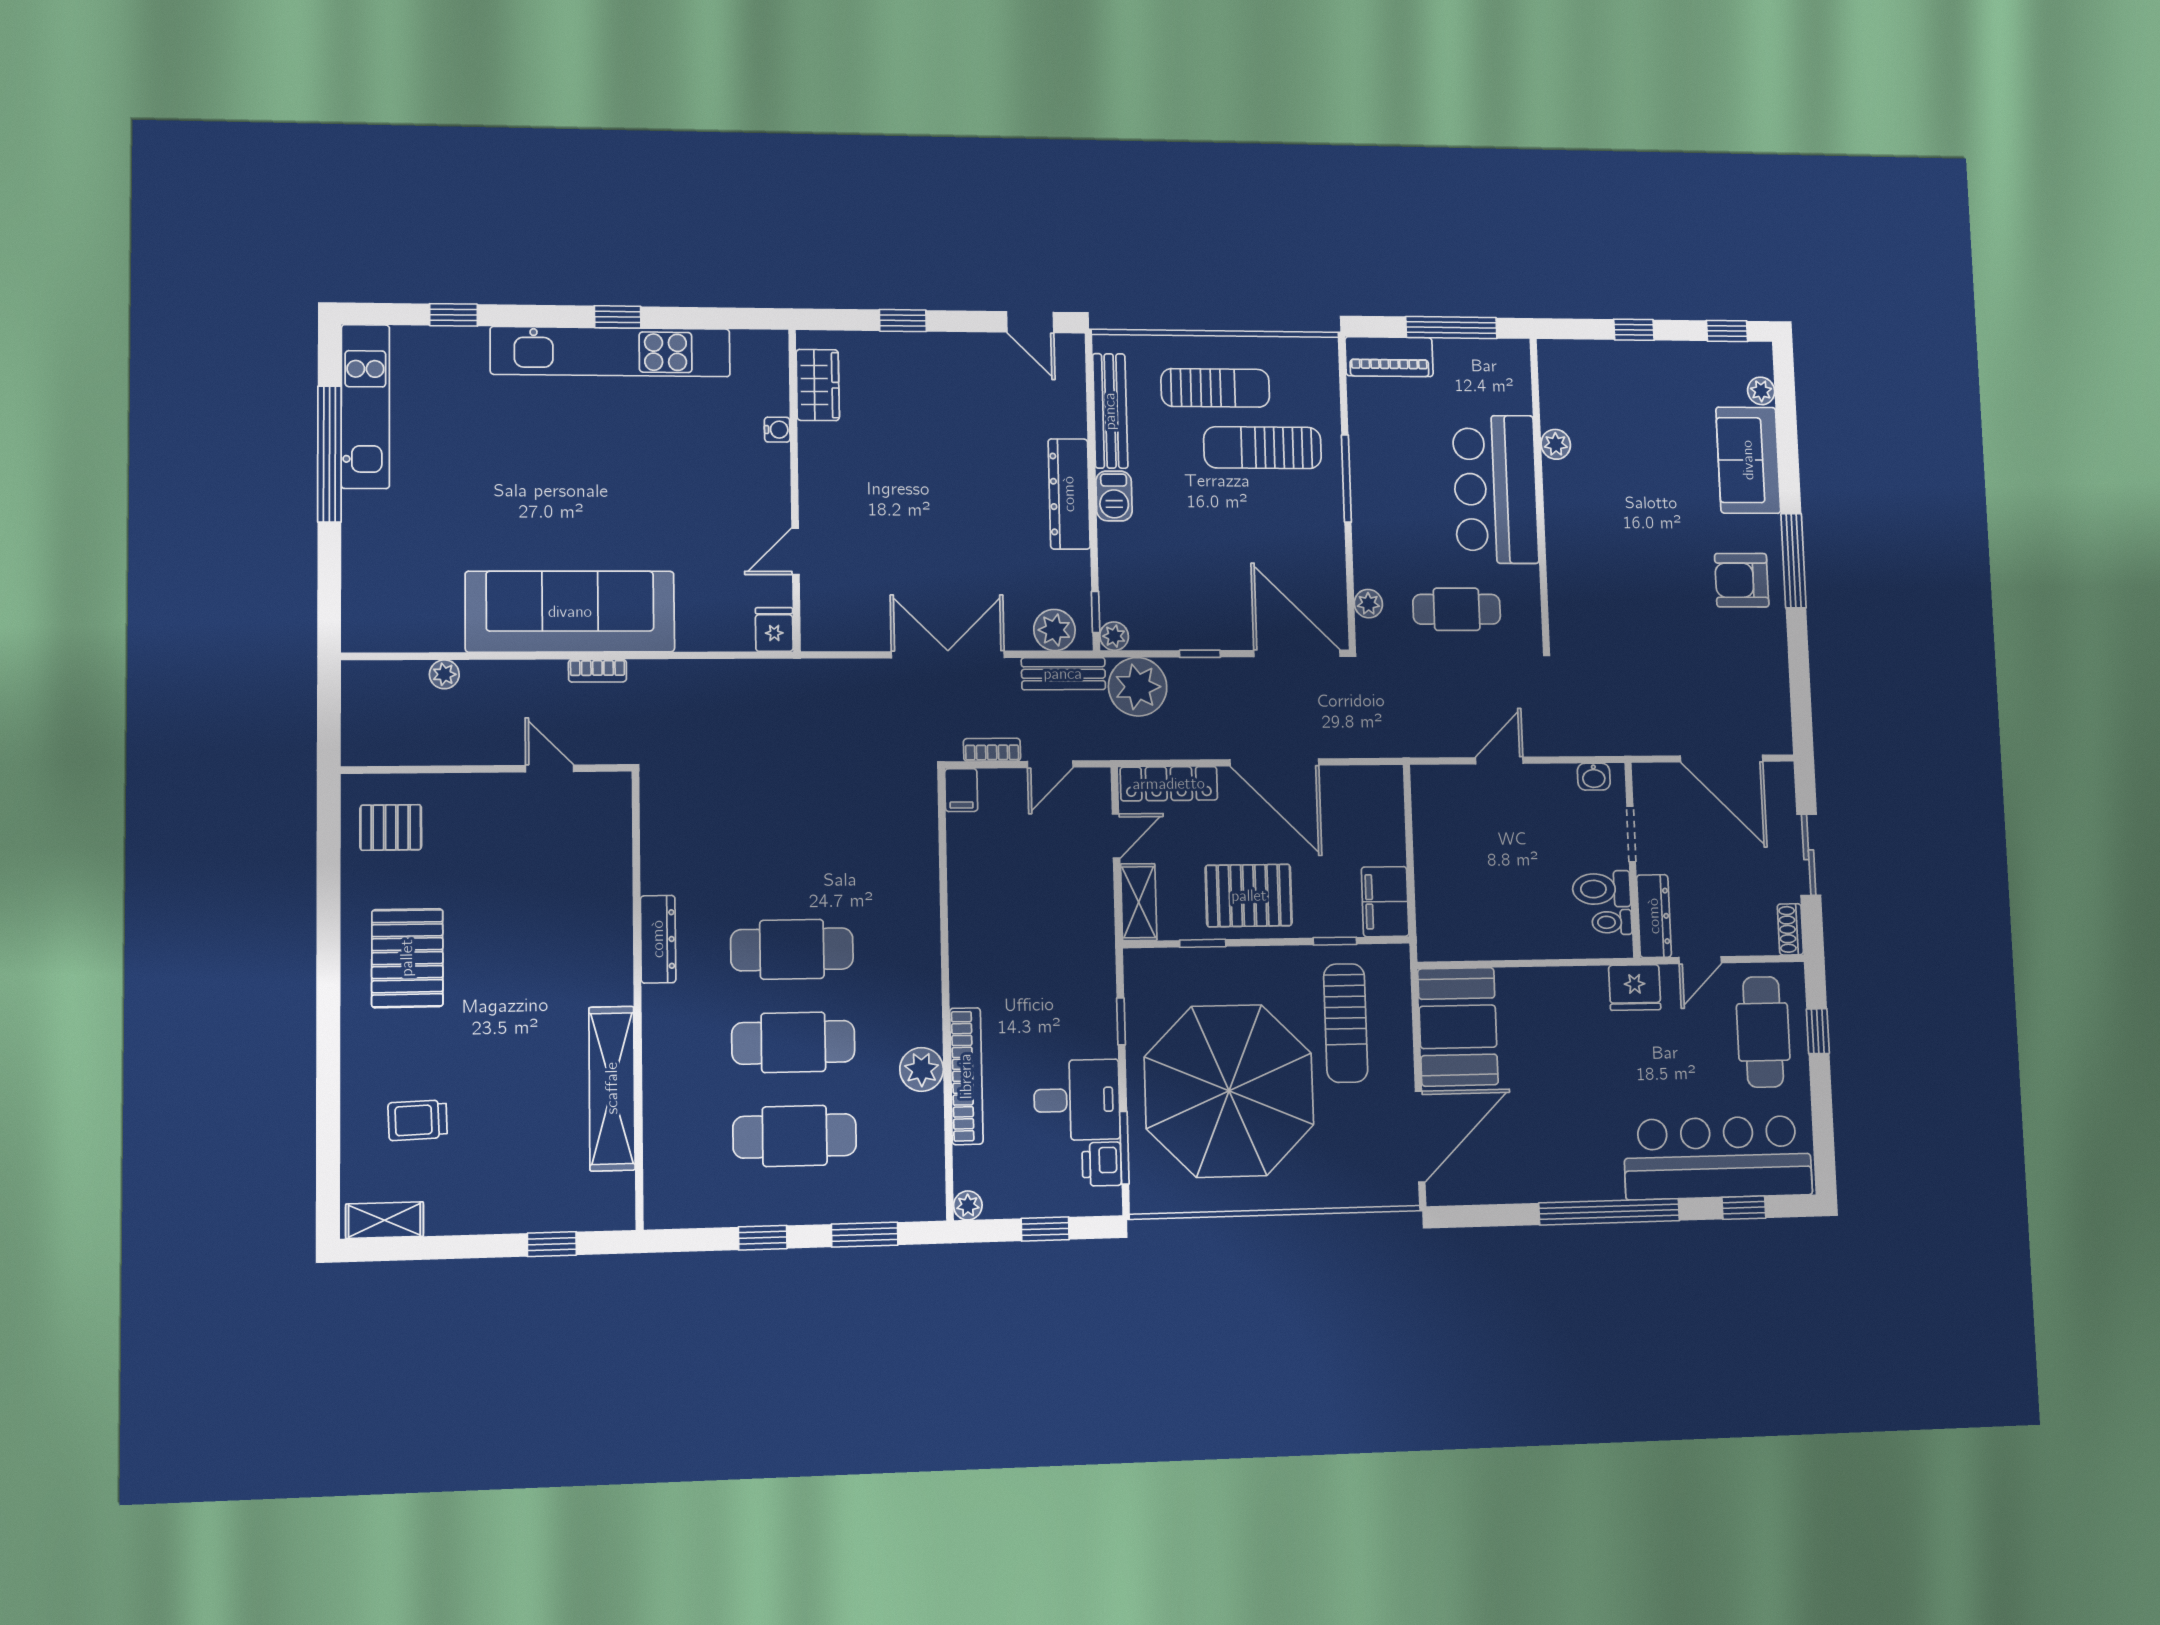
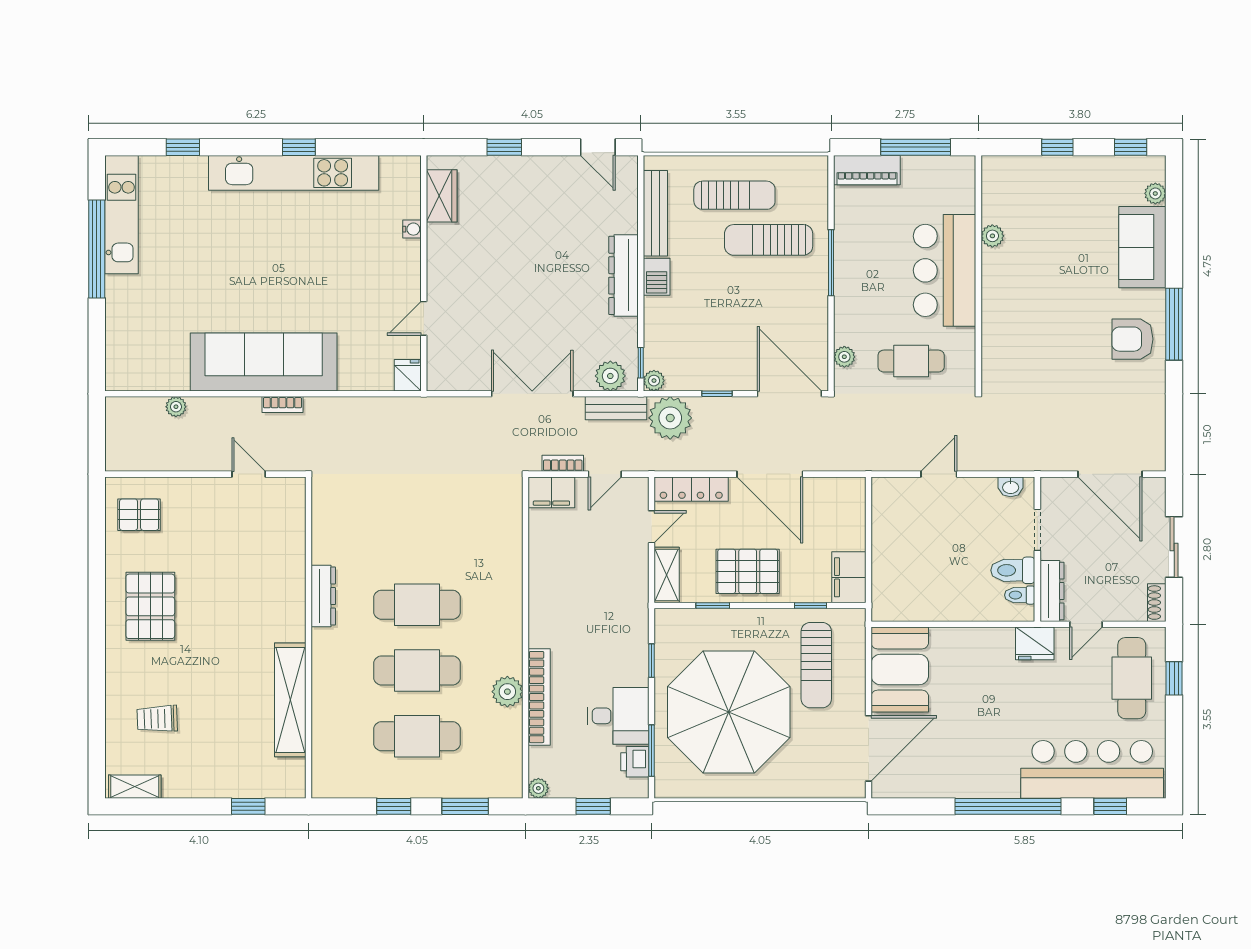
filing cabinet: (961, 790) -> (551, 492), width x2.00

